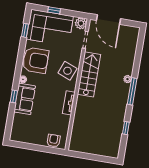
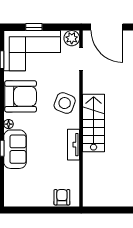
stairs: (89, 74) -> (94, 123), moved

